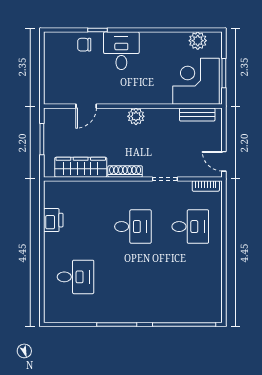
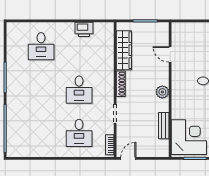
bench: (197, 115) -> (164, 126), moved

